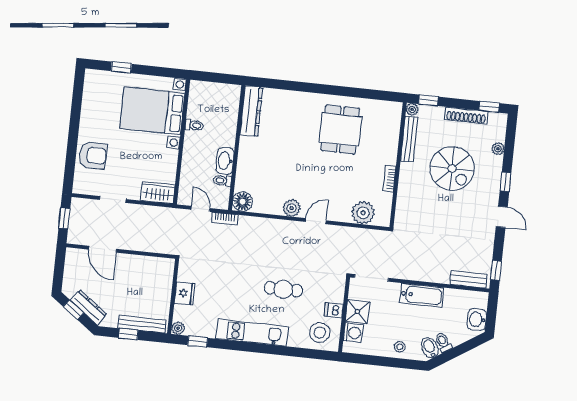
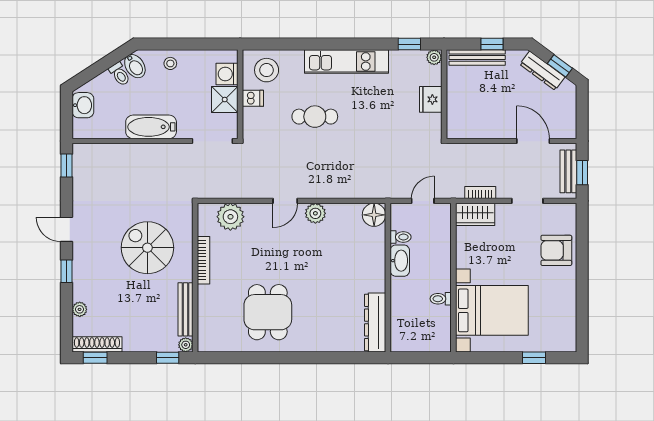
shoe rack: (466, 116) -> (97, 344), moved
spiral stairs: (452, 168) -> (147, 248), moved
bookcase: (390, 179) -> (204, 260), width x1.56
door: (200, 209) -> (423, 201), swing flipped
bookcase: (224, 219) -> (480, 193), moved
bench: (469, 279) -> (568, 171), moved, turned 90

